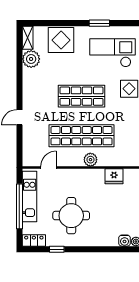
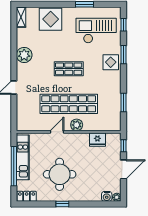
plant: (31, 59) -> (24, 55), moved
shop shelf: (81, 96) -> (69, 69), width x0.70, depth x0.74
door: (49, 167) -> (57, 132), moved
window: (57, 249) -> (62, 204), moved

